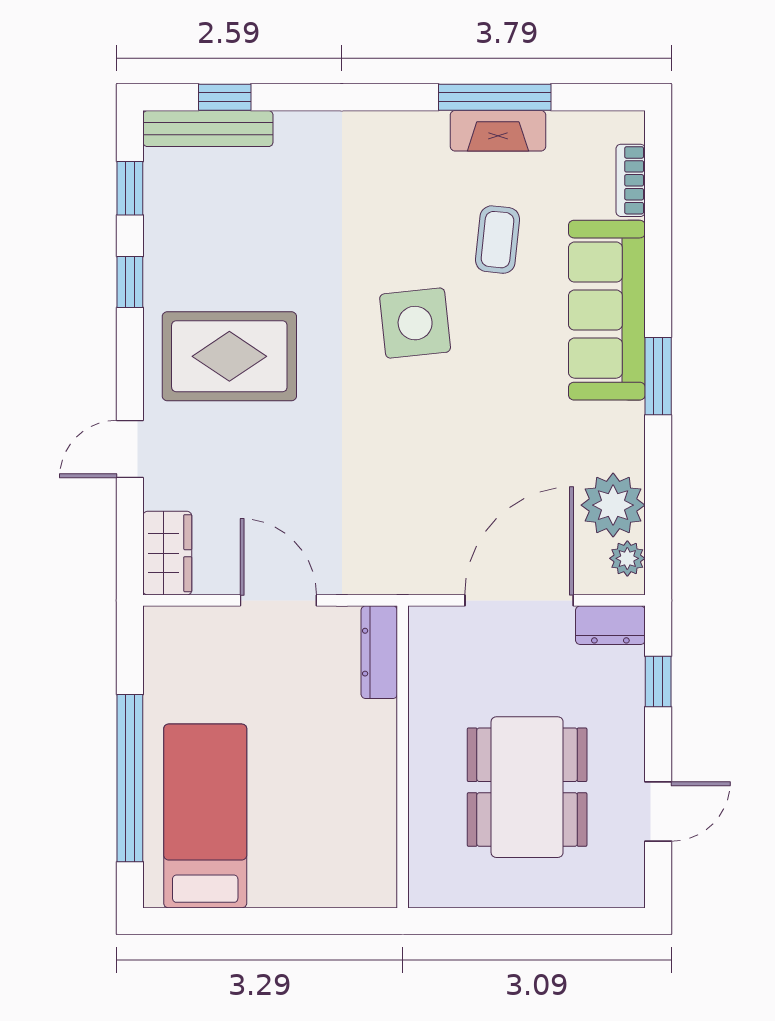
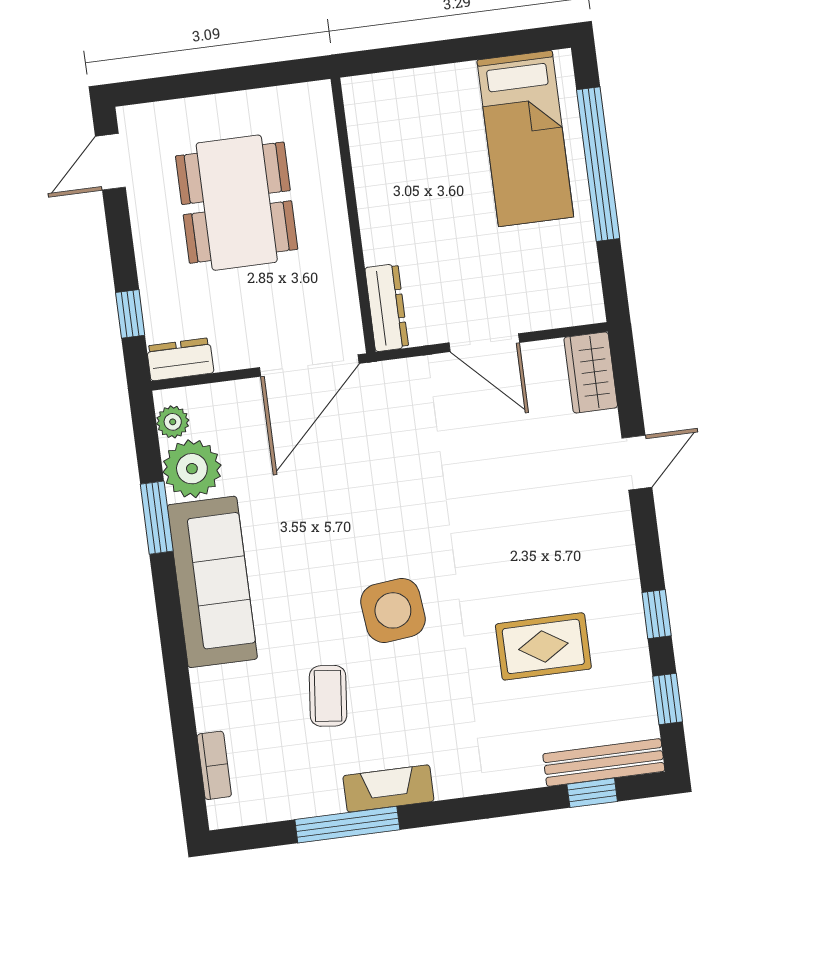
fireplace: (498, 131) -> (388, 788), moved
sofa: (607, 310) -> (212, 582), moved
rug: (229, 356) -> (543, 646), moved, width x0.73, depth x0.70
window: (658, 376) -> (157, 518), moved
door: (519, 600) -> (309, 365), moved
door: (658, 811) -> (110, 162), moved

